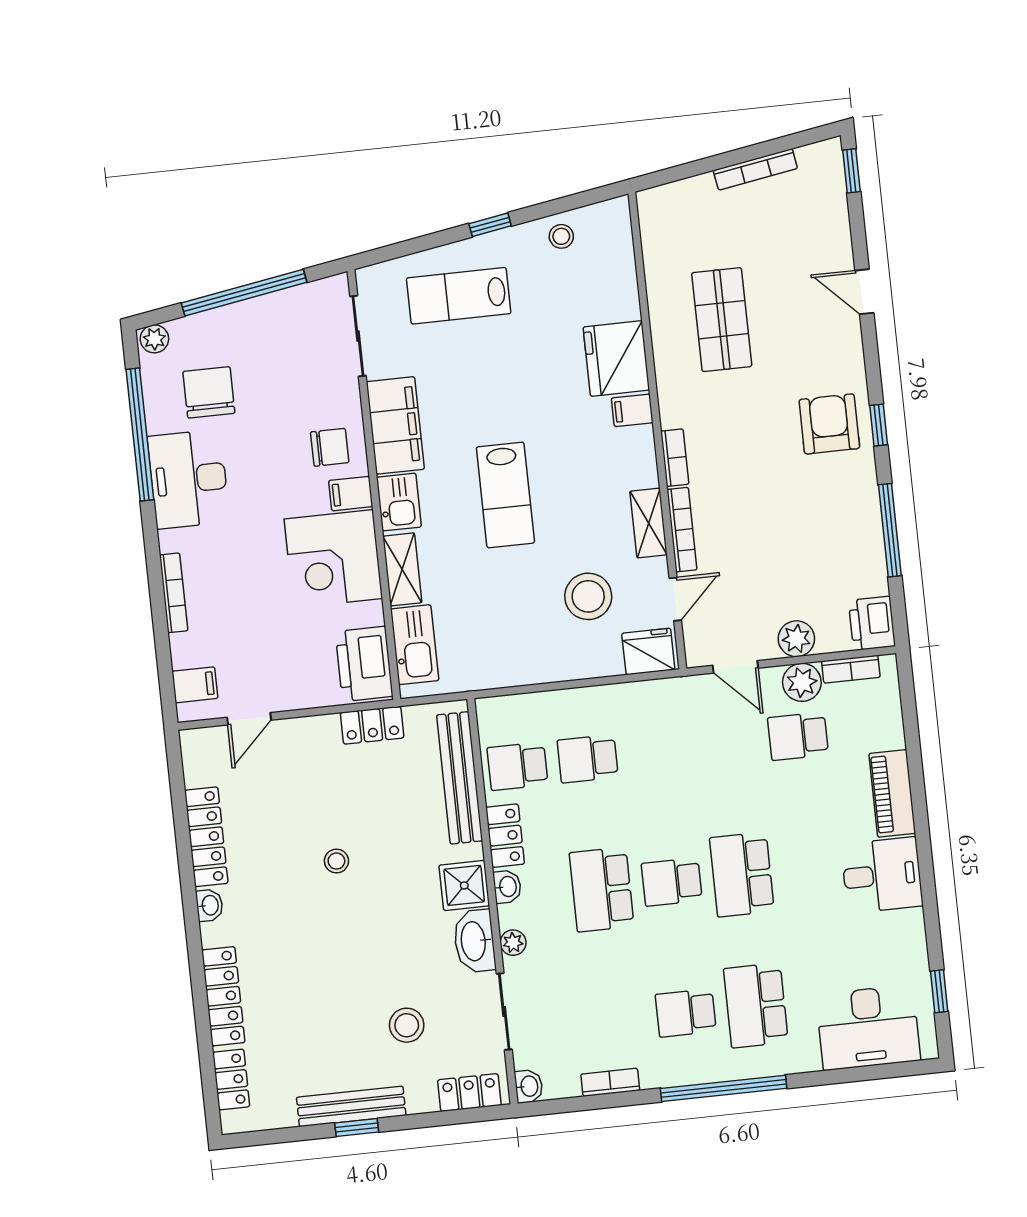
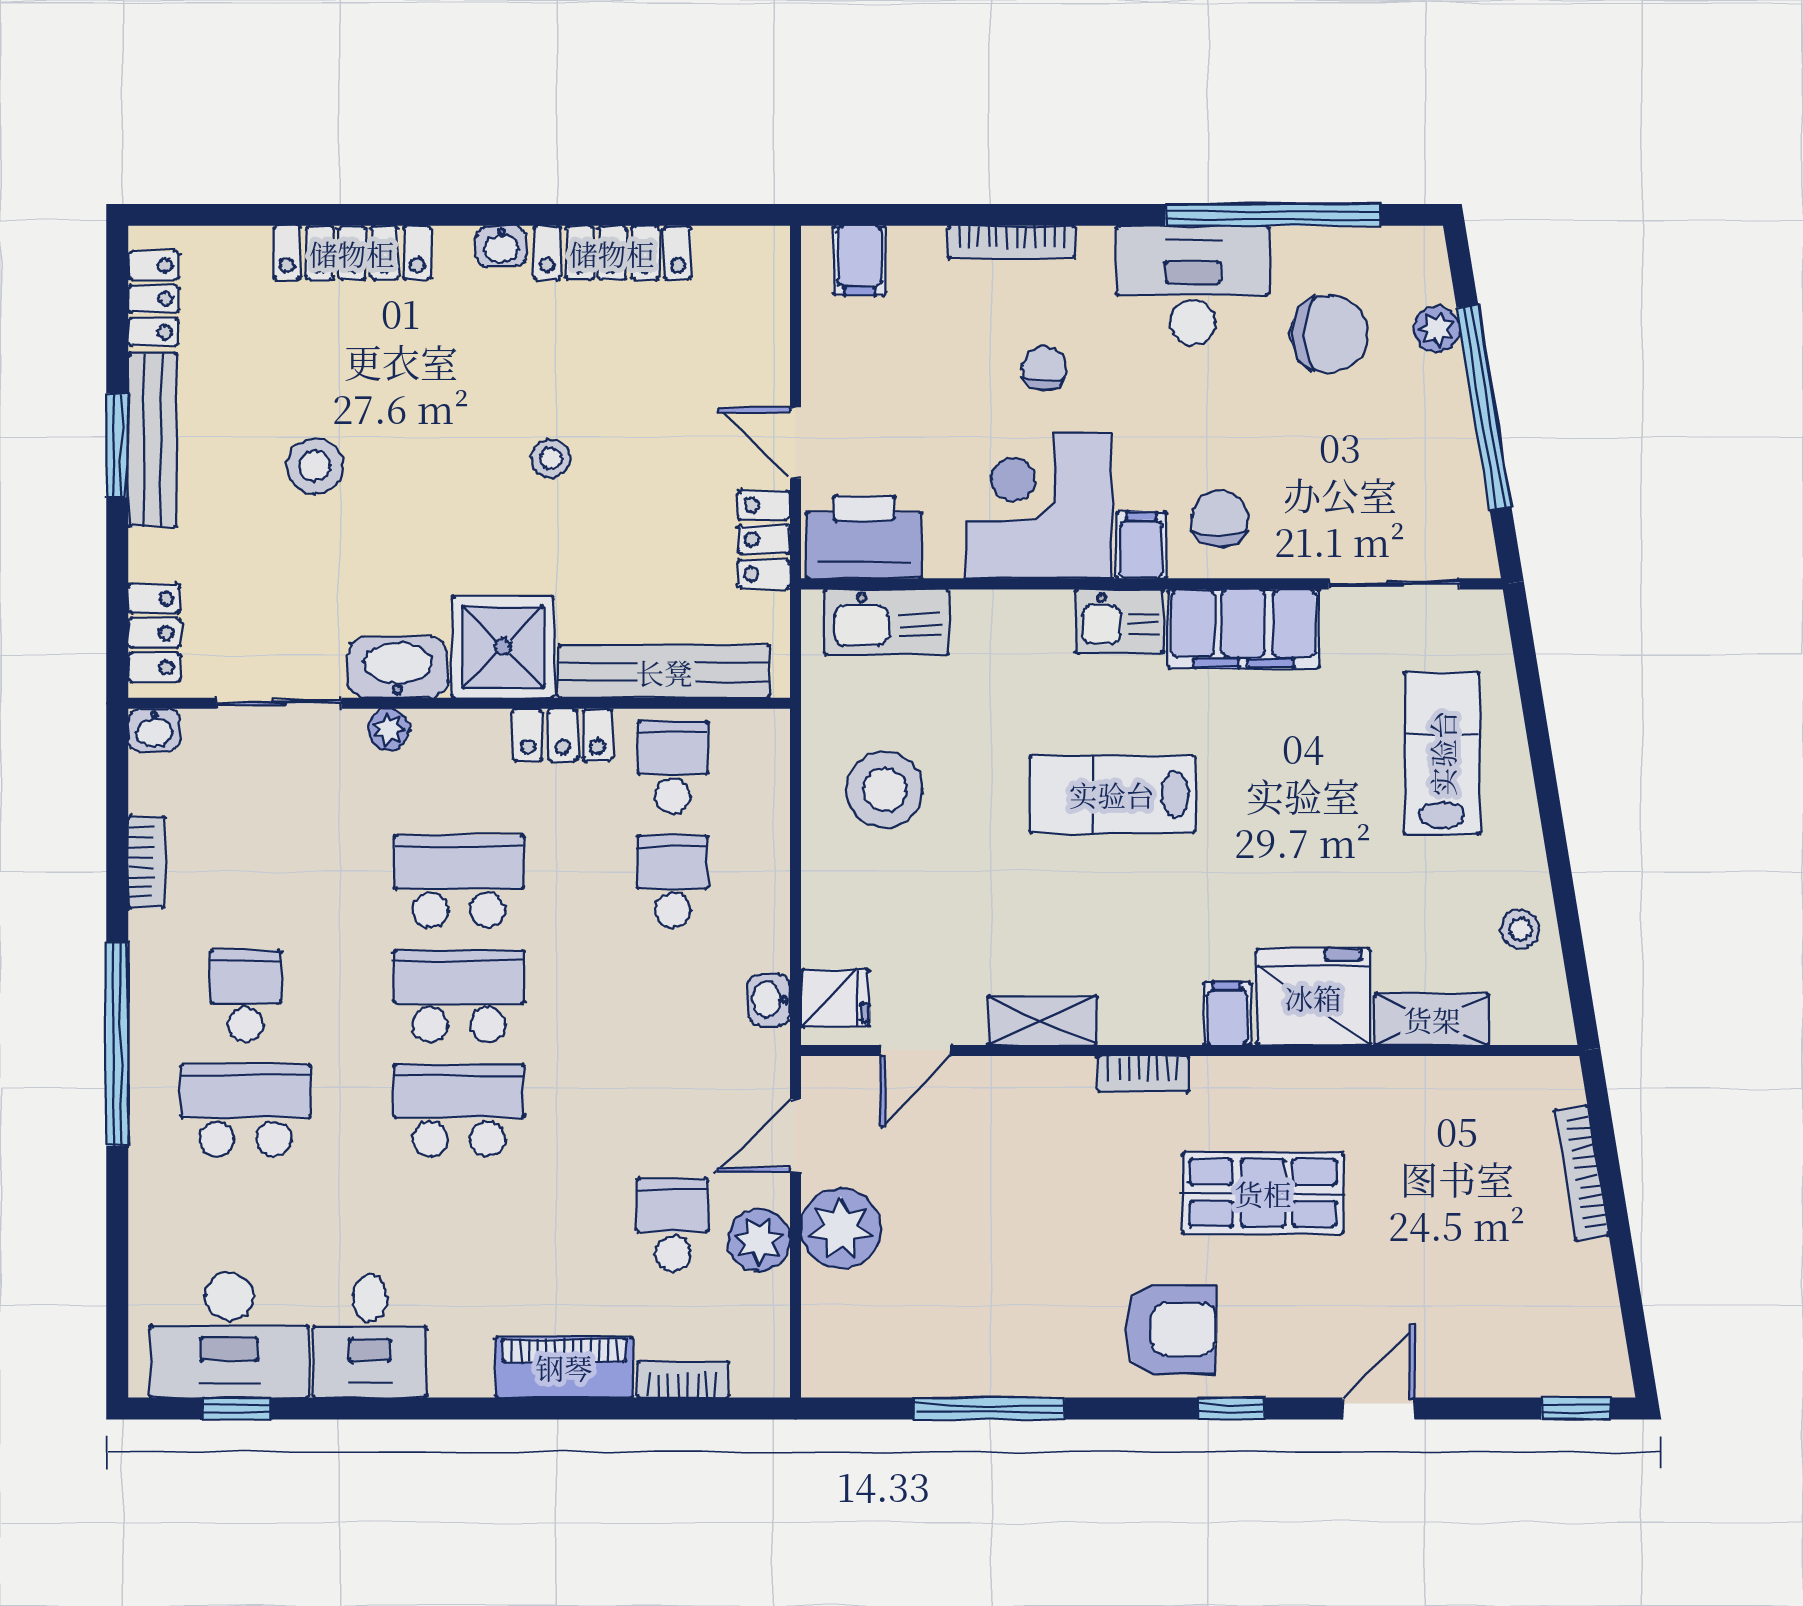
bookcase: (755, 169) -> (1581, 1173), moved
window: (490, 225) -> (1551, 816), removed
shop shelf: (722, 320) -> (1263, 1193), moved
plant: (154, 339) -> (1437, 329), moved
window: (879, 425) -> (1231, 1409), moved
chair: (330, 447) -> (1220, 519), turned 180
bookcase: (682, 530) -> (1026, 1073), removed
chair: (249, 565) -> (1044, 368), added
shelving: (402, 569) -> (1432, 1019), moved
stool: (588, 596) -> (885, 790), moved
door: (675, 599) -> (915, 1050), hinge flipped
printer: (872, 623) -> (842, 1364), removed
plant: (796, 639) -> (841, 1228), width x1.36, depth x1.36
fridge: (648, 652) -> (835, 998), width x0.72
bookcase: (851, 669) -> (683, 1379), moved, turned 90
door: (249, 719) -> (795, 443), moved
desk: (882, 875) -> (370, 1336), moved
school desk: (672, 882) -> (459, 996), width x1.85
shower: (464, 885) -> (503, 647), width x1.36, depth x1.36
washbasin: (507, 887) -> (769, 1000), moved, turned 90
stool: (407, 1025) -> (315, 466), moved
desk: (868, 1027) -> (229, 1335), moved, turned -90
locker: (231, 1079) -> (153, 299), moved, turned -90
window: (357, 1128) -> (117, 445), width x1.50

